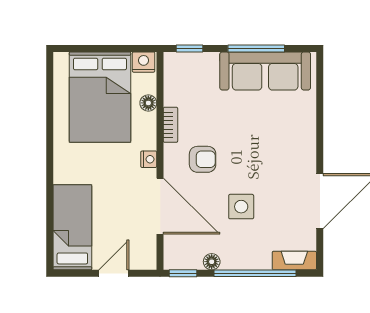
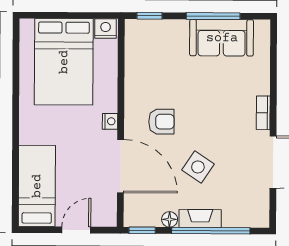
sofa: (265, 71) -> (222, 38), width x0.73
floor lamp: (148, 103) -> (110, 68), removed
bookcase: (170, 125) -> (263, 113), moved, turned 180
side table: (241, 207) -> (198, 167), turned 34
fireplace: (294, 261) -> (200, 218), moved

